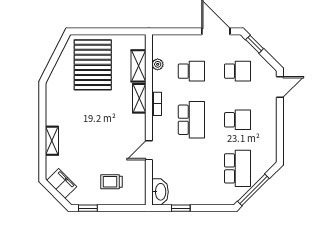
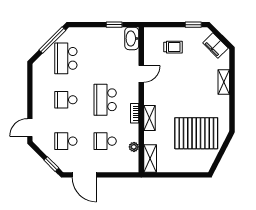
pallet: (93, 65) -> (196, 133), moved, turned 90
shelving: (139, 66) -> (150, 158), moved

